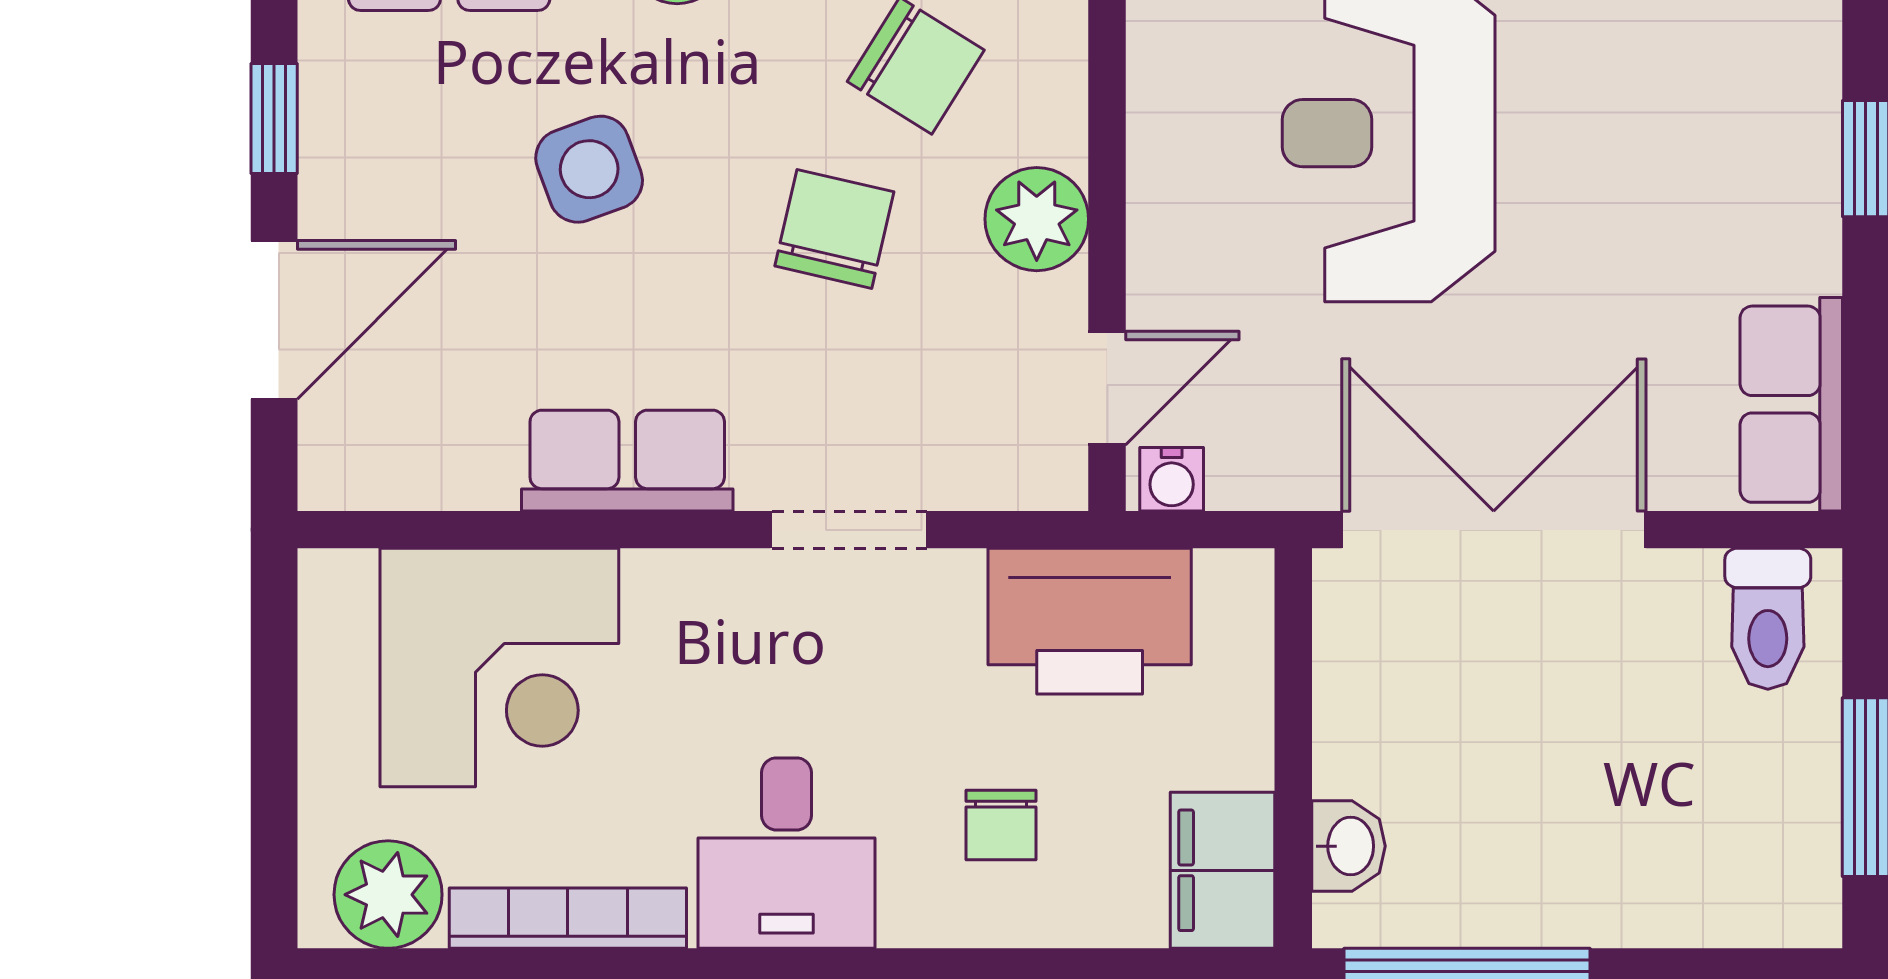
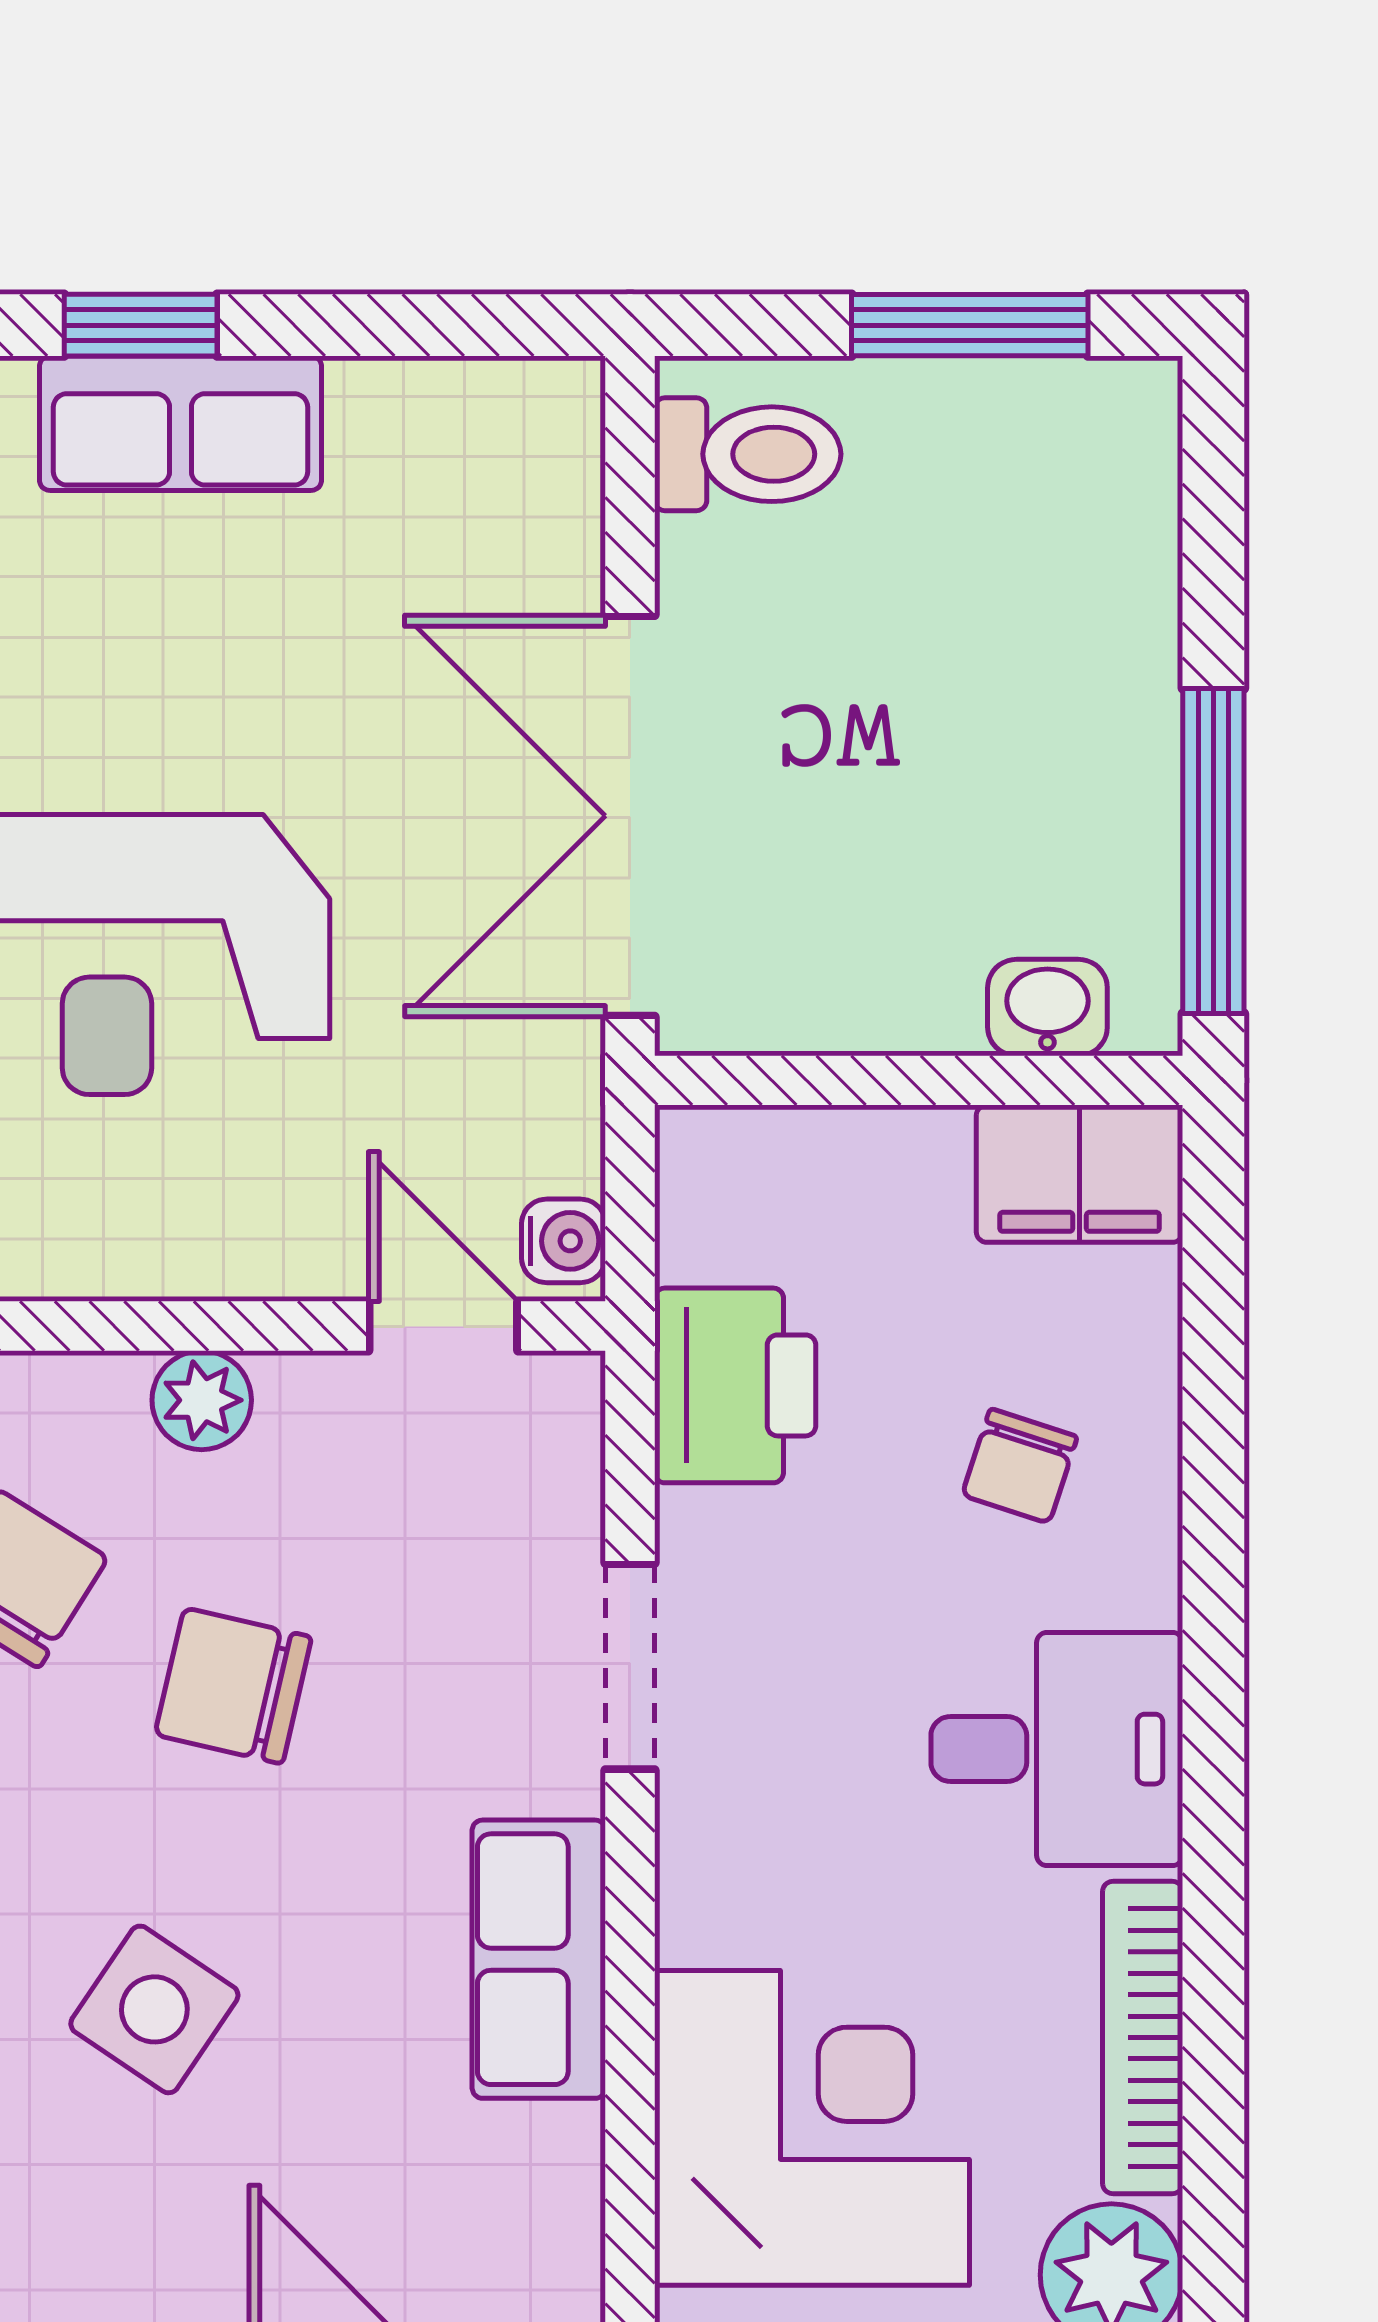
side table: (589, 169) -> (154, 2009), turned -36
plant: (1037, 219) -> (202, 1400), width x0.73, depth x0.73
row of seats: (1791, 404) -> (181, 423), moved
printer: (1090, 621) -> (735, 1385), width x0.73, depth x0.84
chair: (1001, 825) -> (1020, 1466), turned 108

